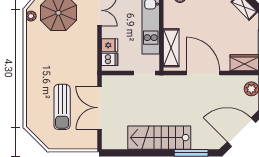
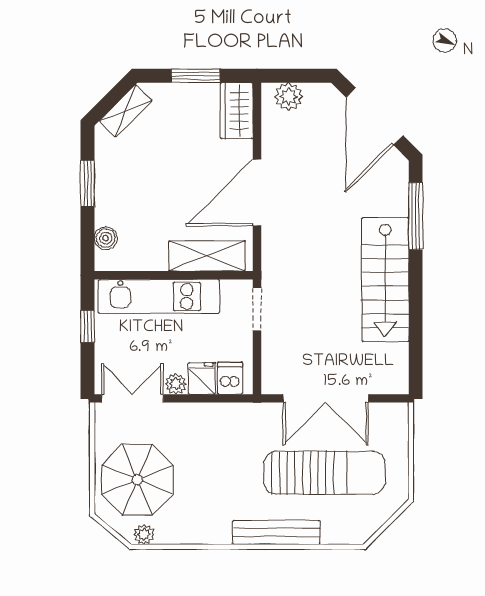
plant: (107, 32) -> (176, 384), added
bench: (32, 83) -> (276, 532), added
sun lounger: (62, 107) -> (324, 473), width x1.36, depth x1.34

